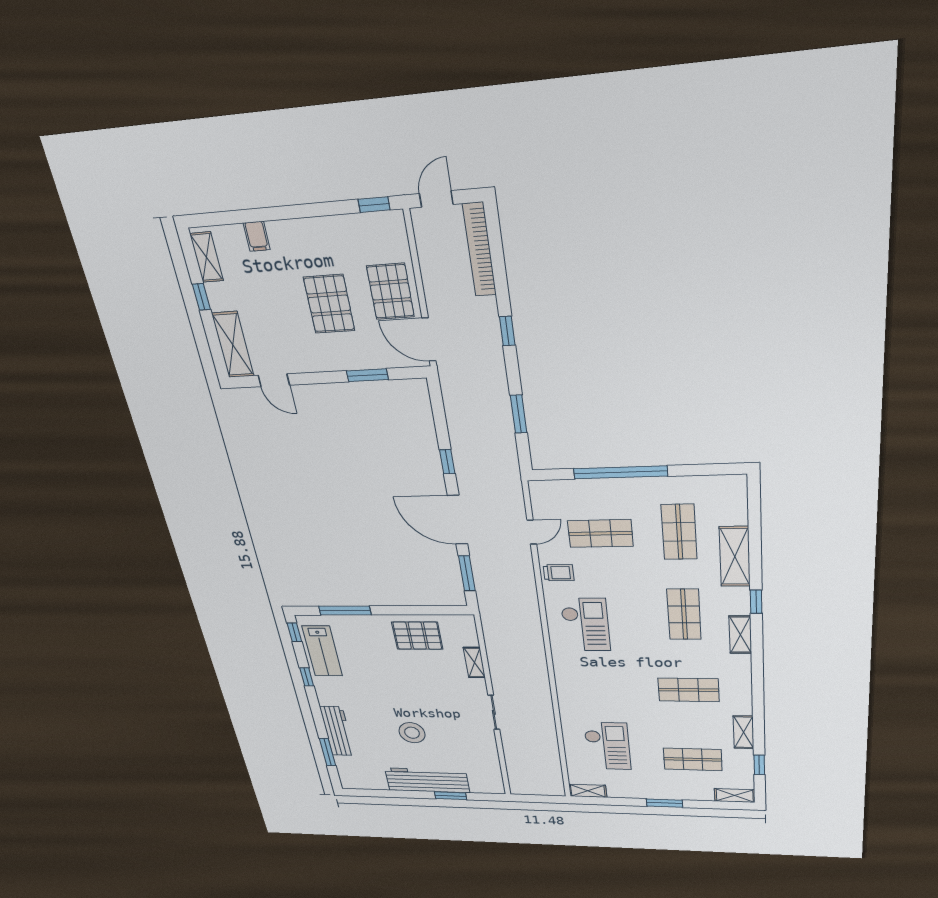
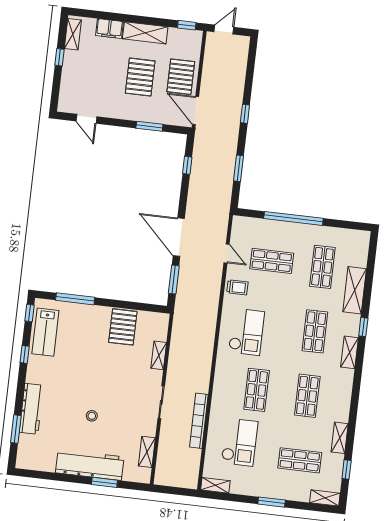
filing cabinet: (257, 236) -> (109, 29), width x2.00
bookcase: (479, 250) -> (199, 421), moved
shelving: (233, 345) -> (145, 33), moved, turned 90
window: (447, 462) -> (187, 165), moved
door: (532, 532) -> (227, 253), hinge flipped
pallet: (417, 636) -> (123, 327), turned 90
shop shelf: (616, 689) -> (257, 390), added
shop shelf: (688, 690) -> (307, 396), turned 90
stool: (412, 733) -> (92, 416), width x0.53, depth x0.53
shelving: (492, 764) -> (147, 452), added

